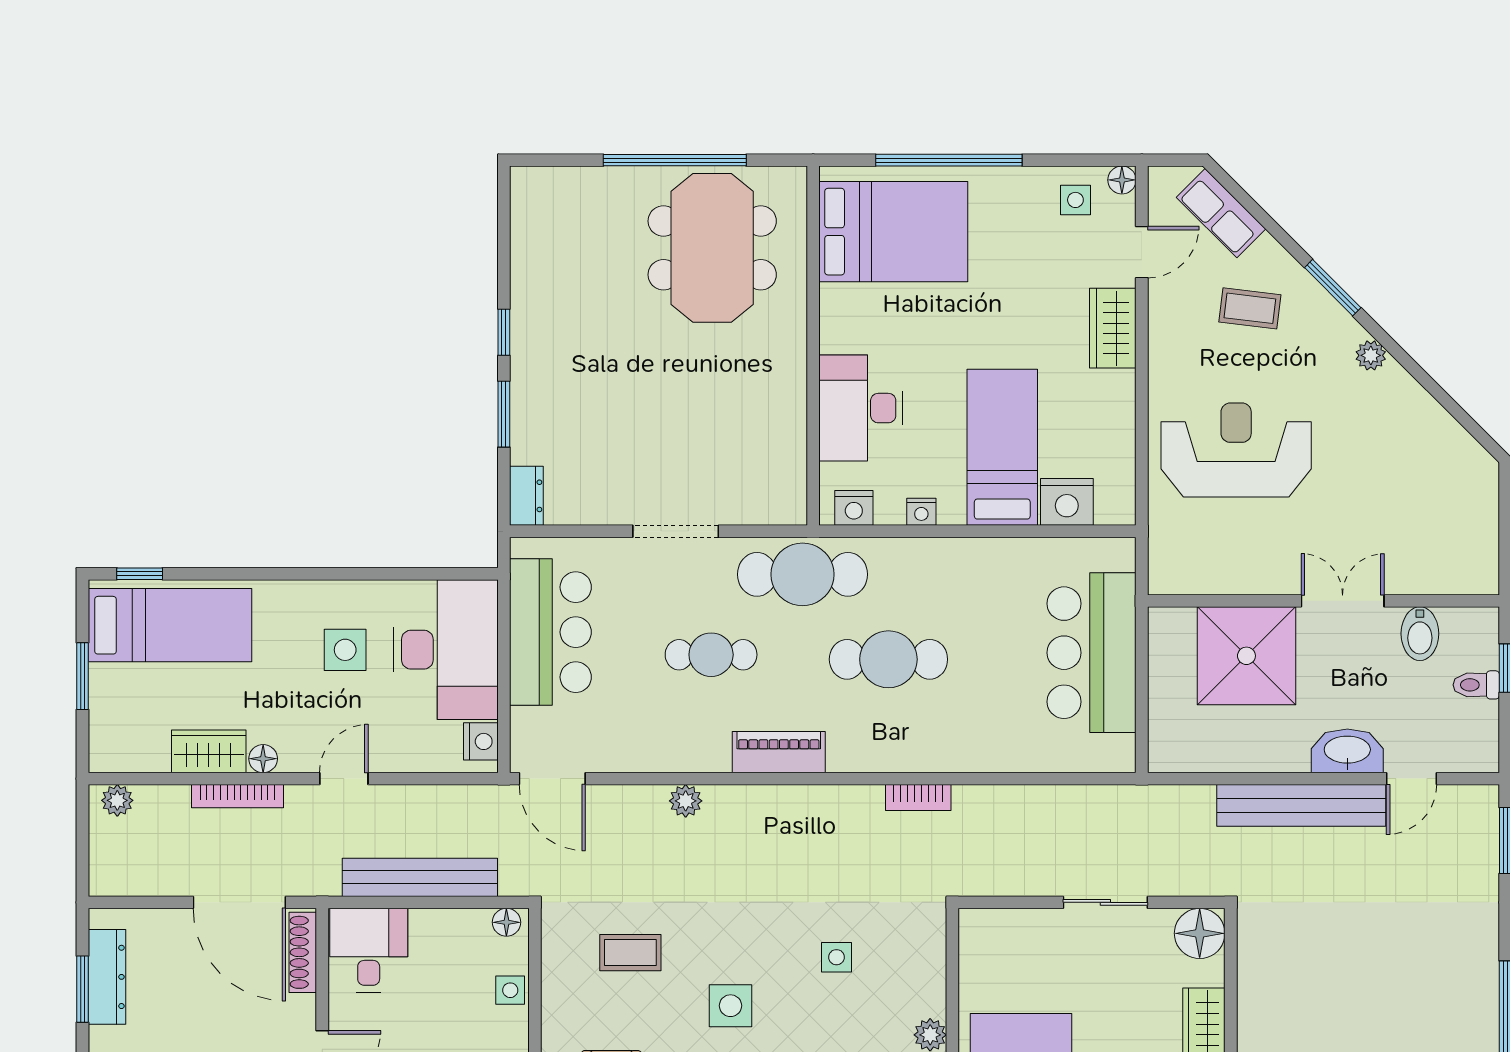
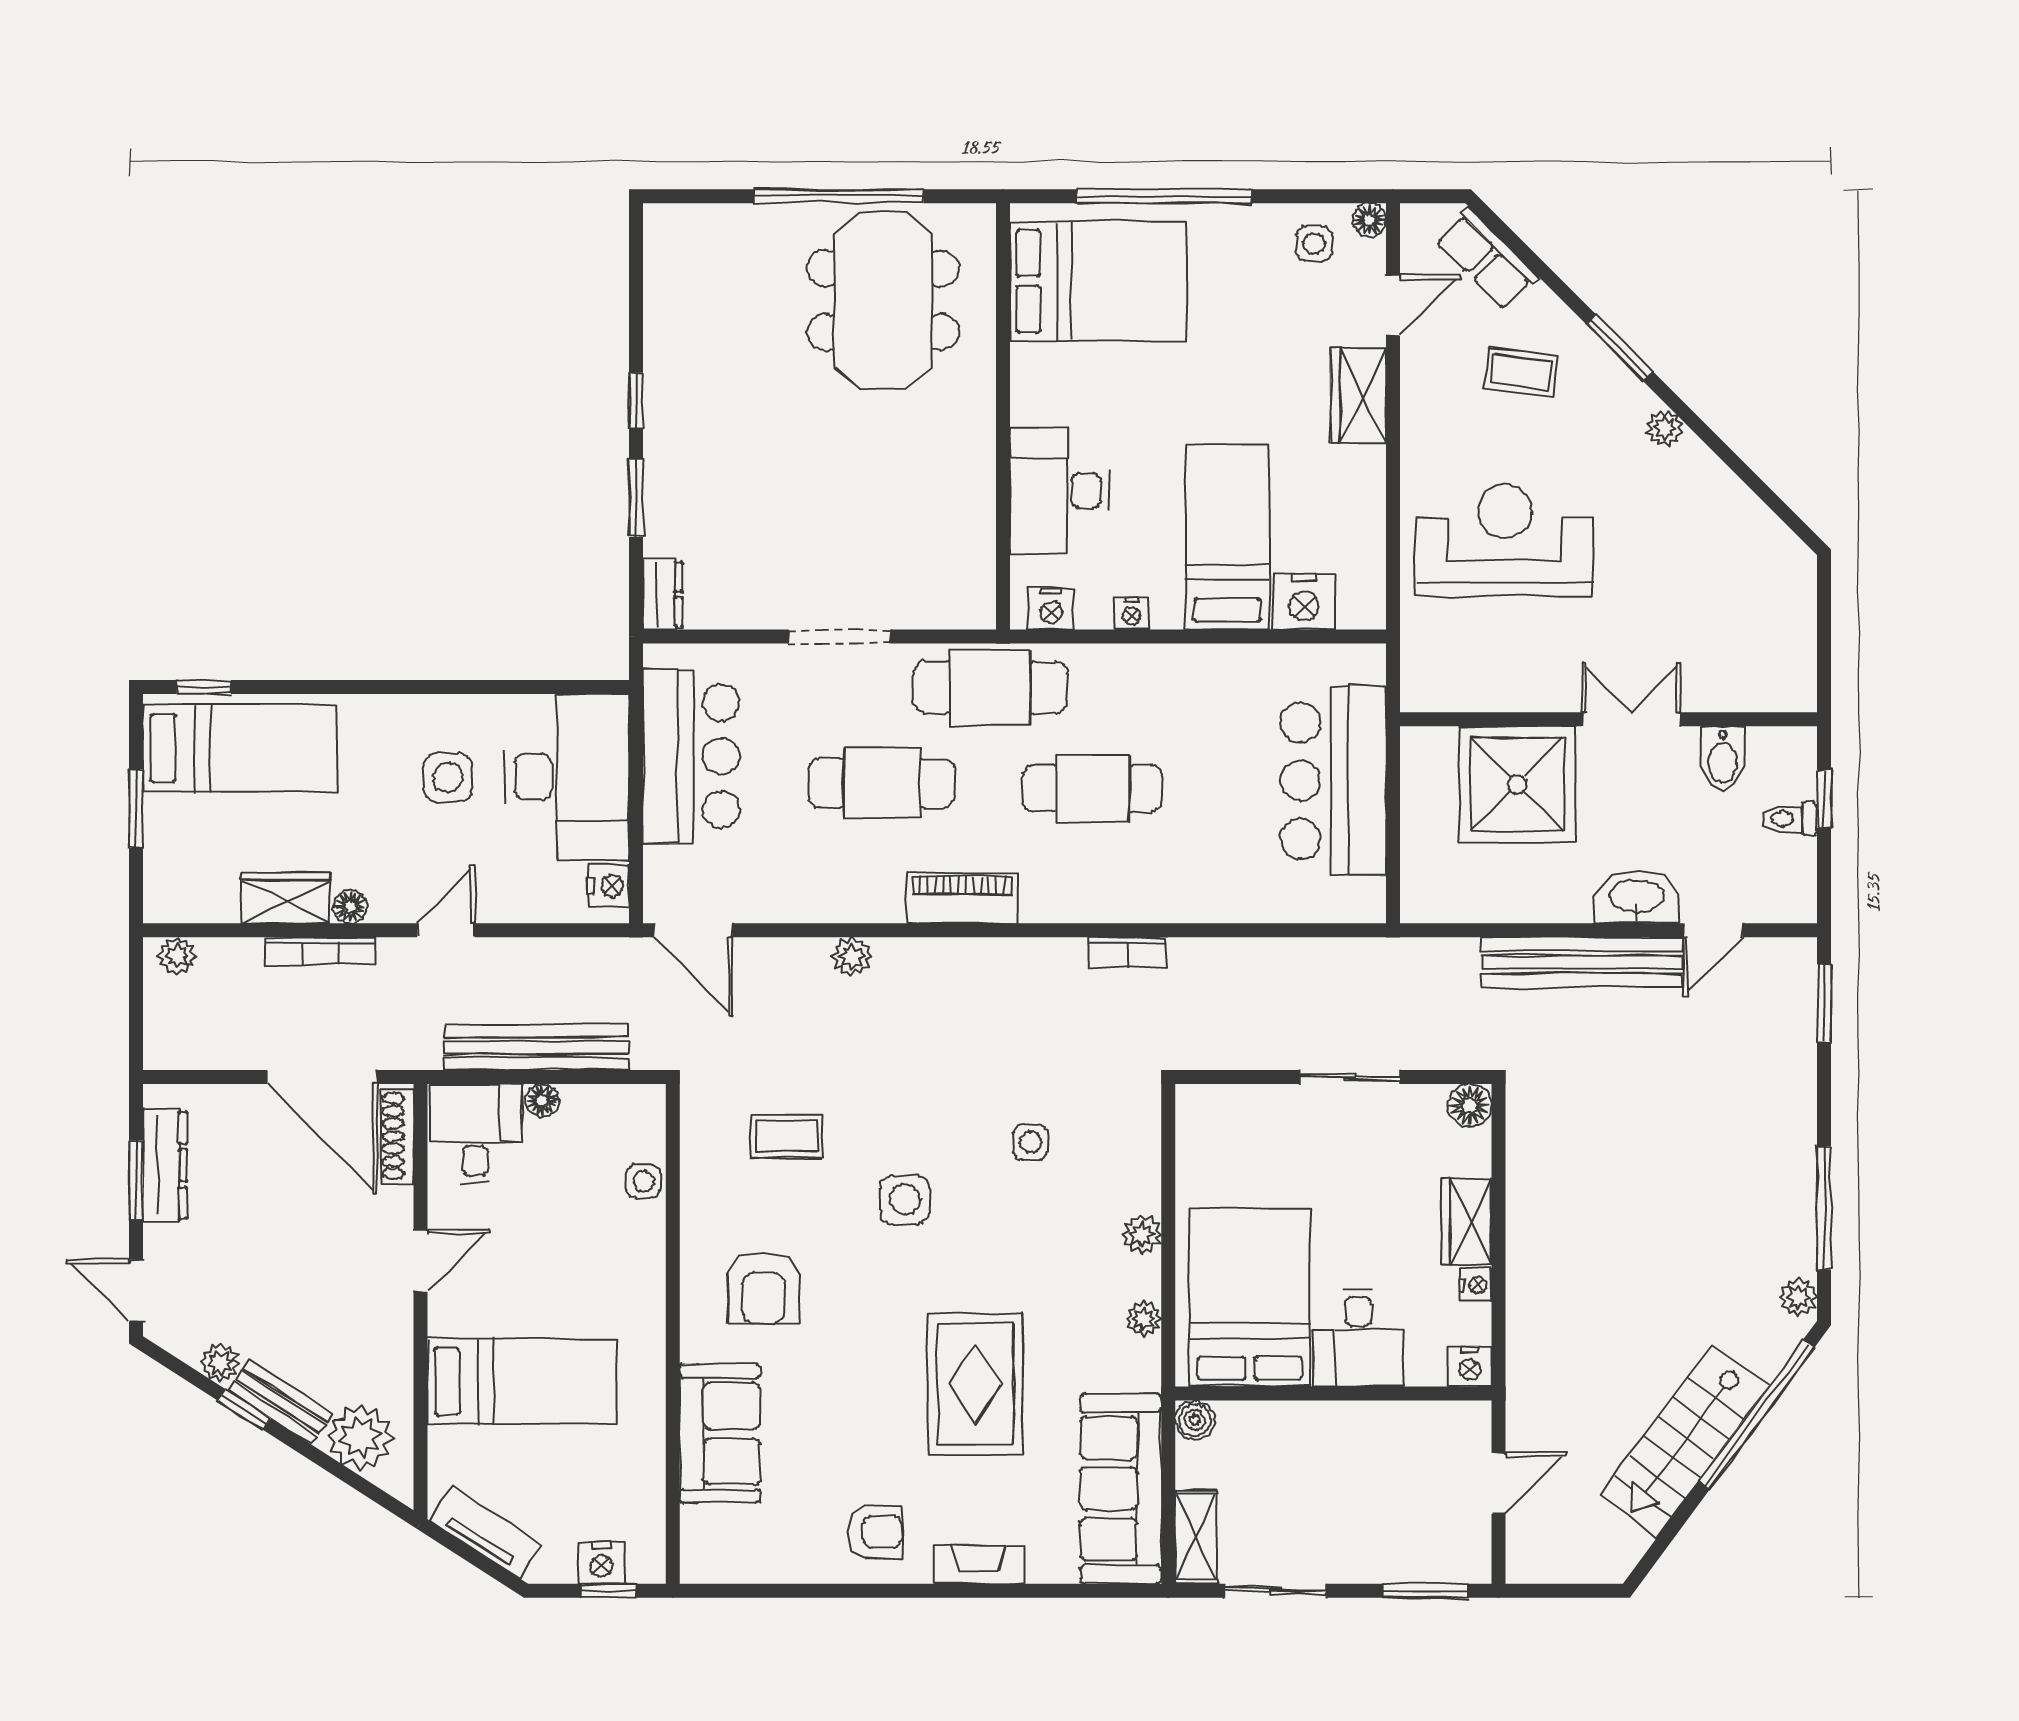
cafe table: (711, 655) -> (882, 783), width x1.37, depth x1.35
floor lamp: (506, 922) -> (542, 1101), moved
floor lamp: (1200, 933) -> (1470, 1106), width x0.73, depth x0.73

